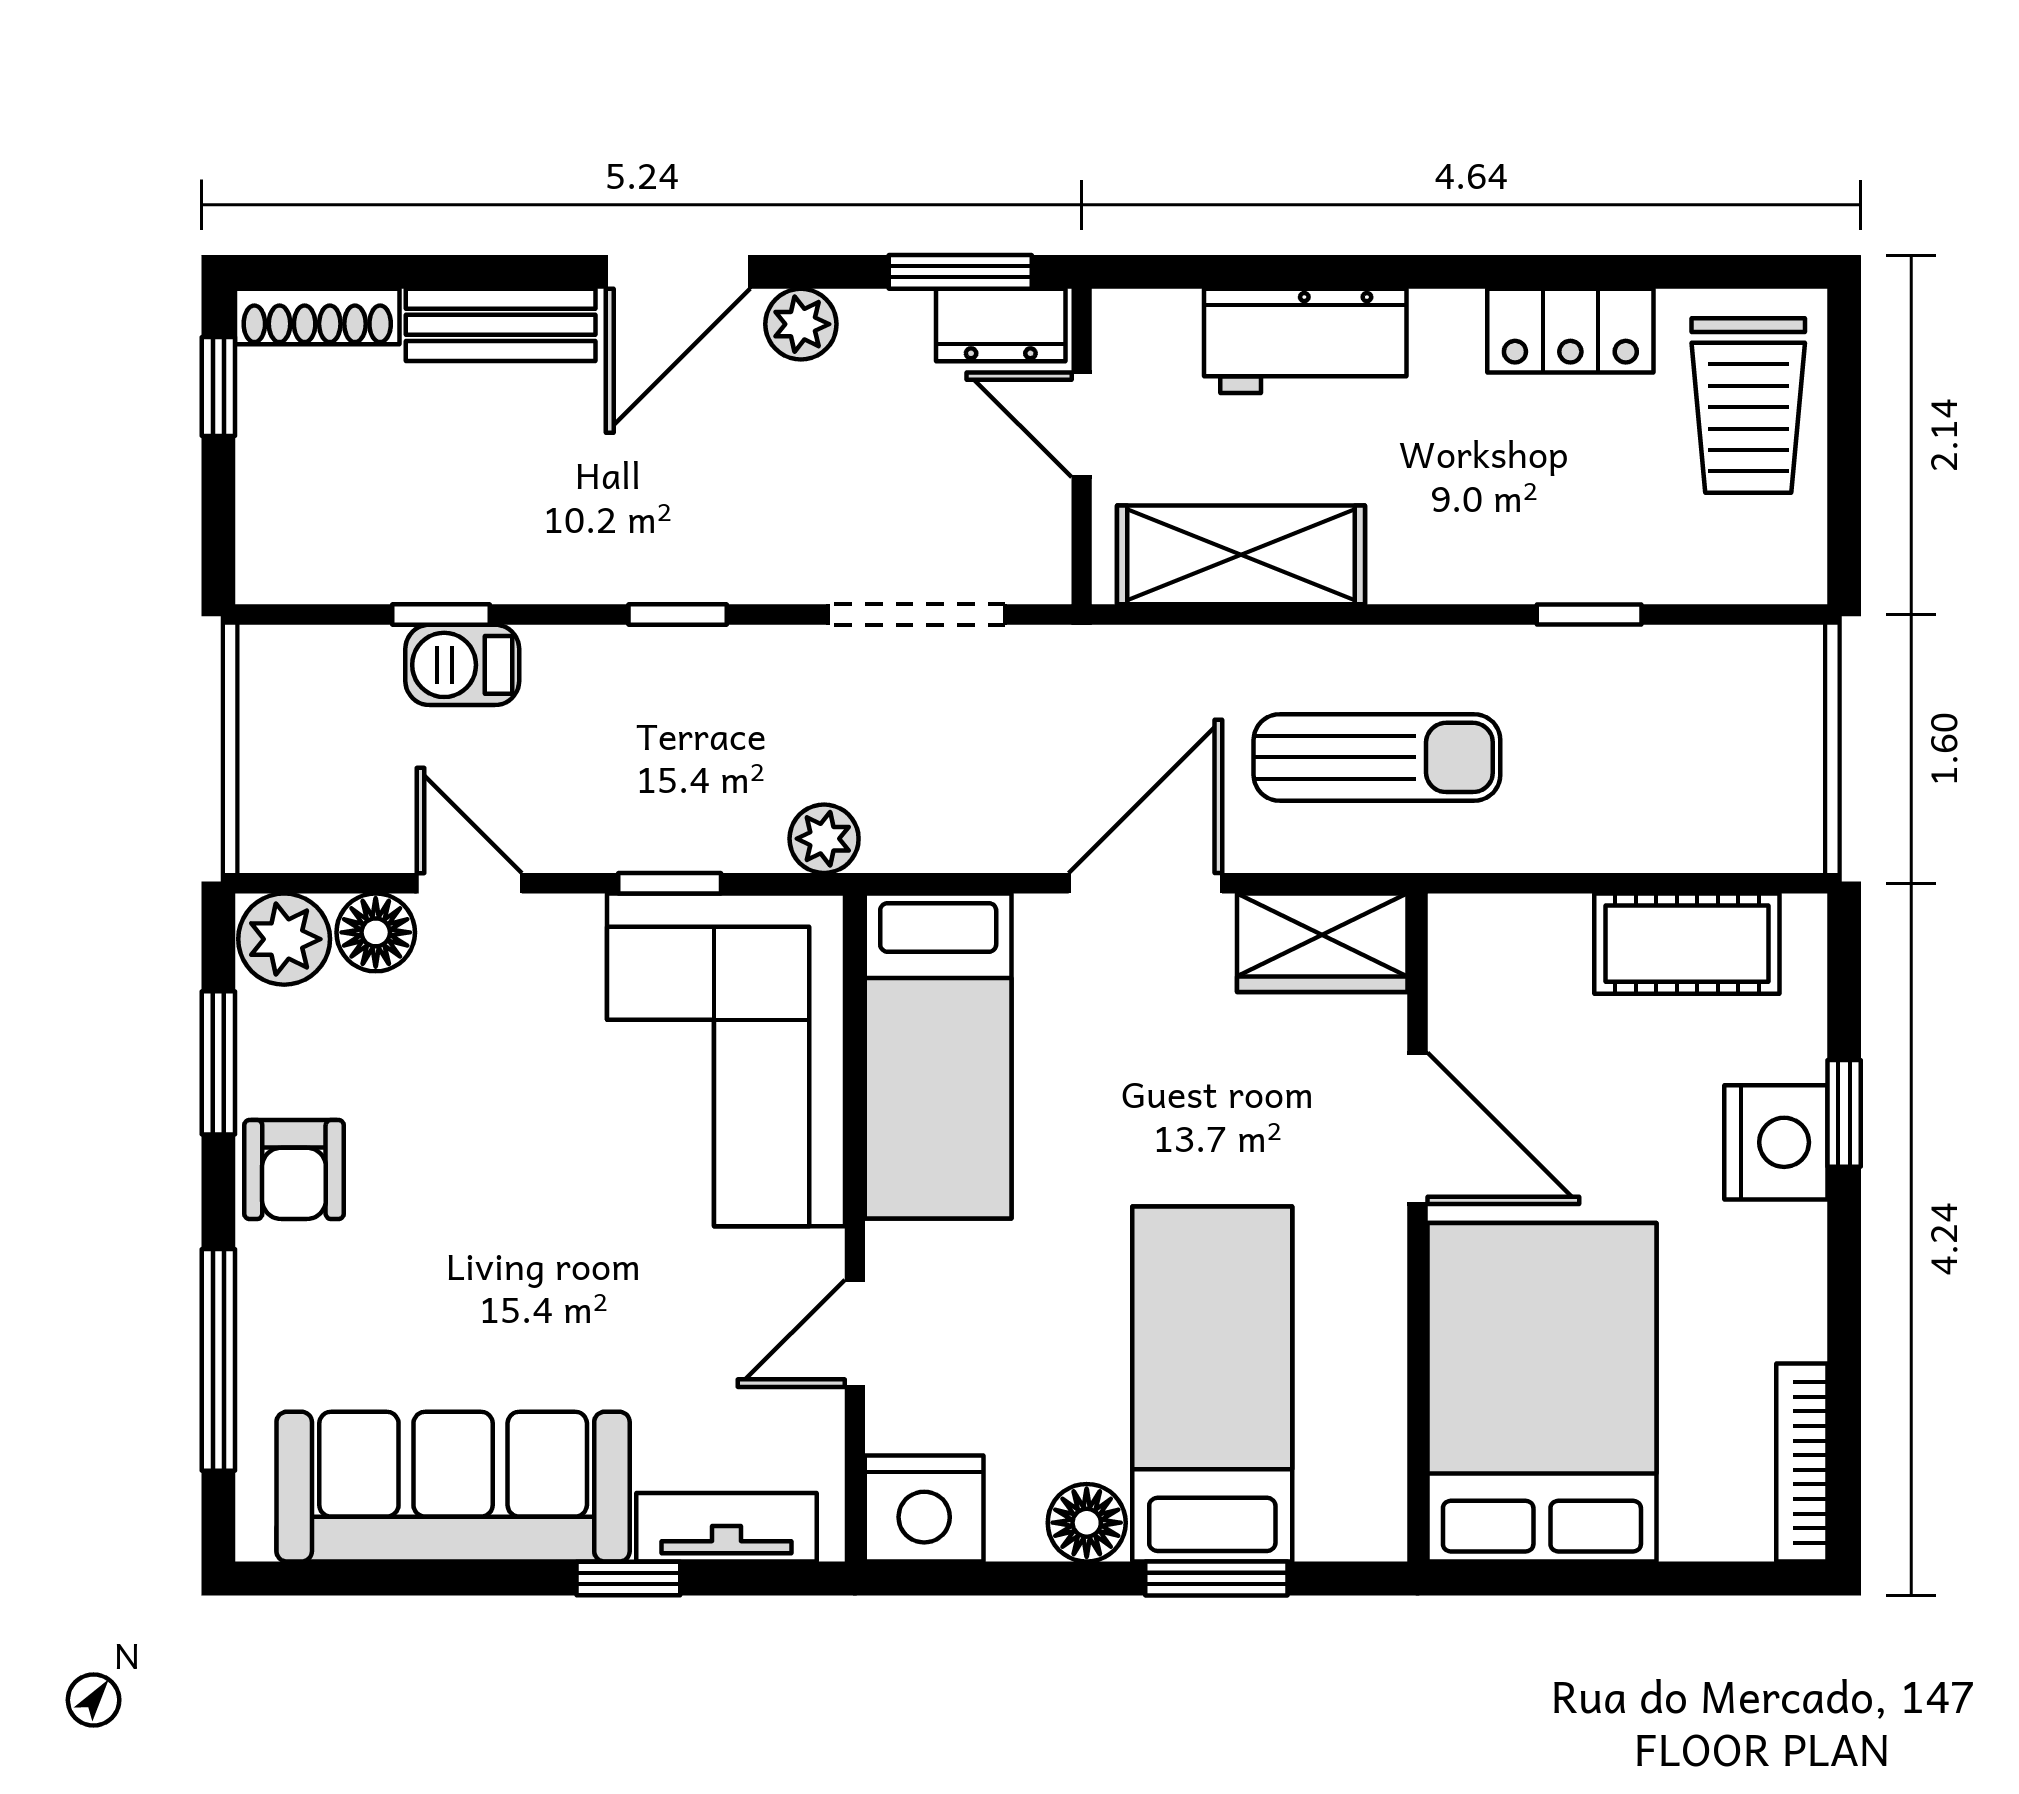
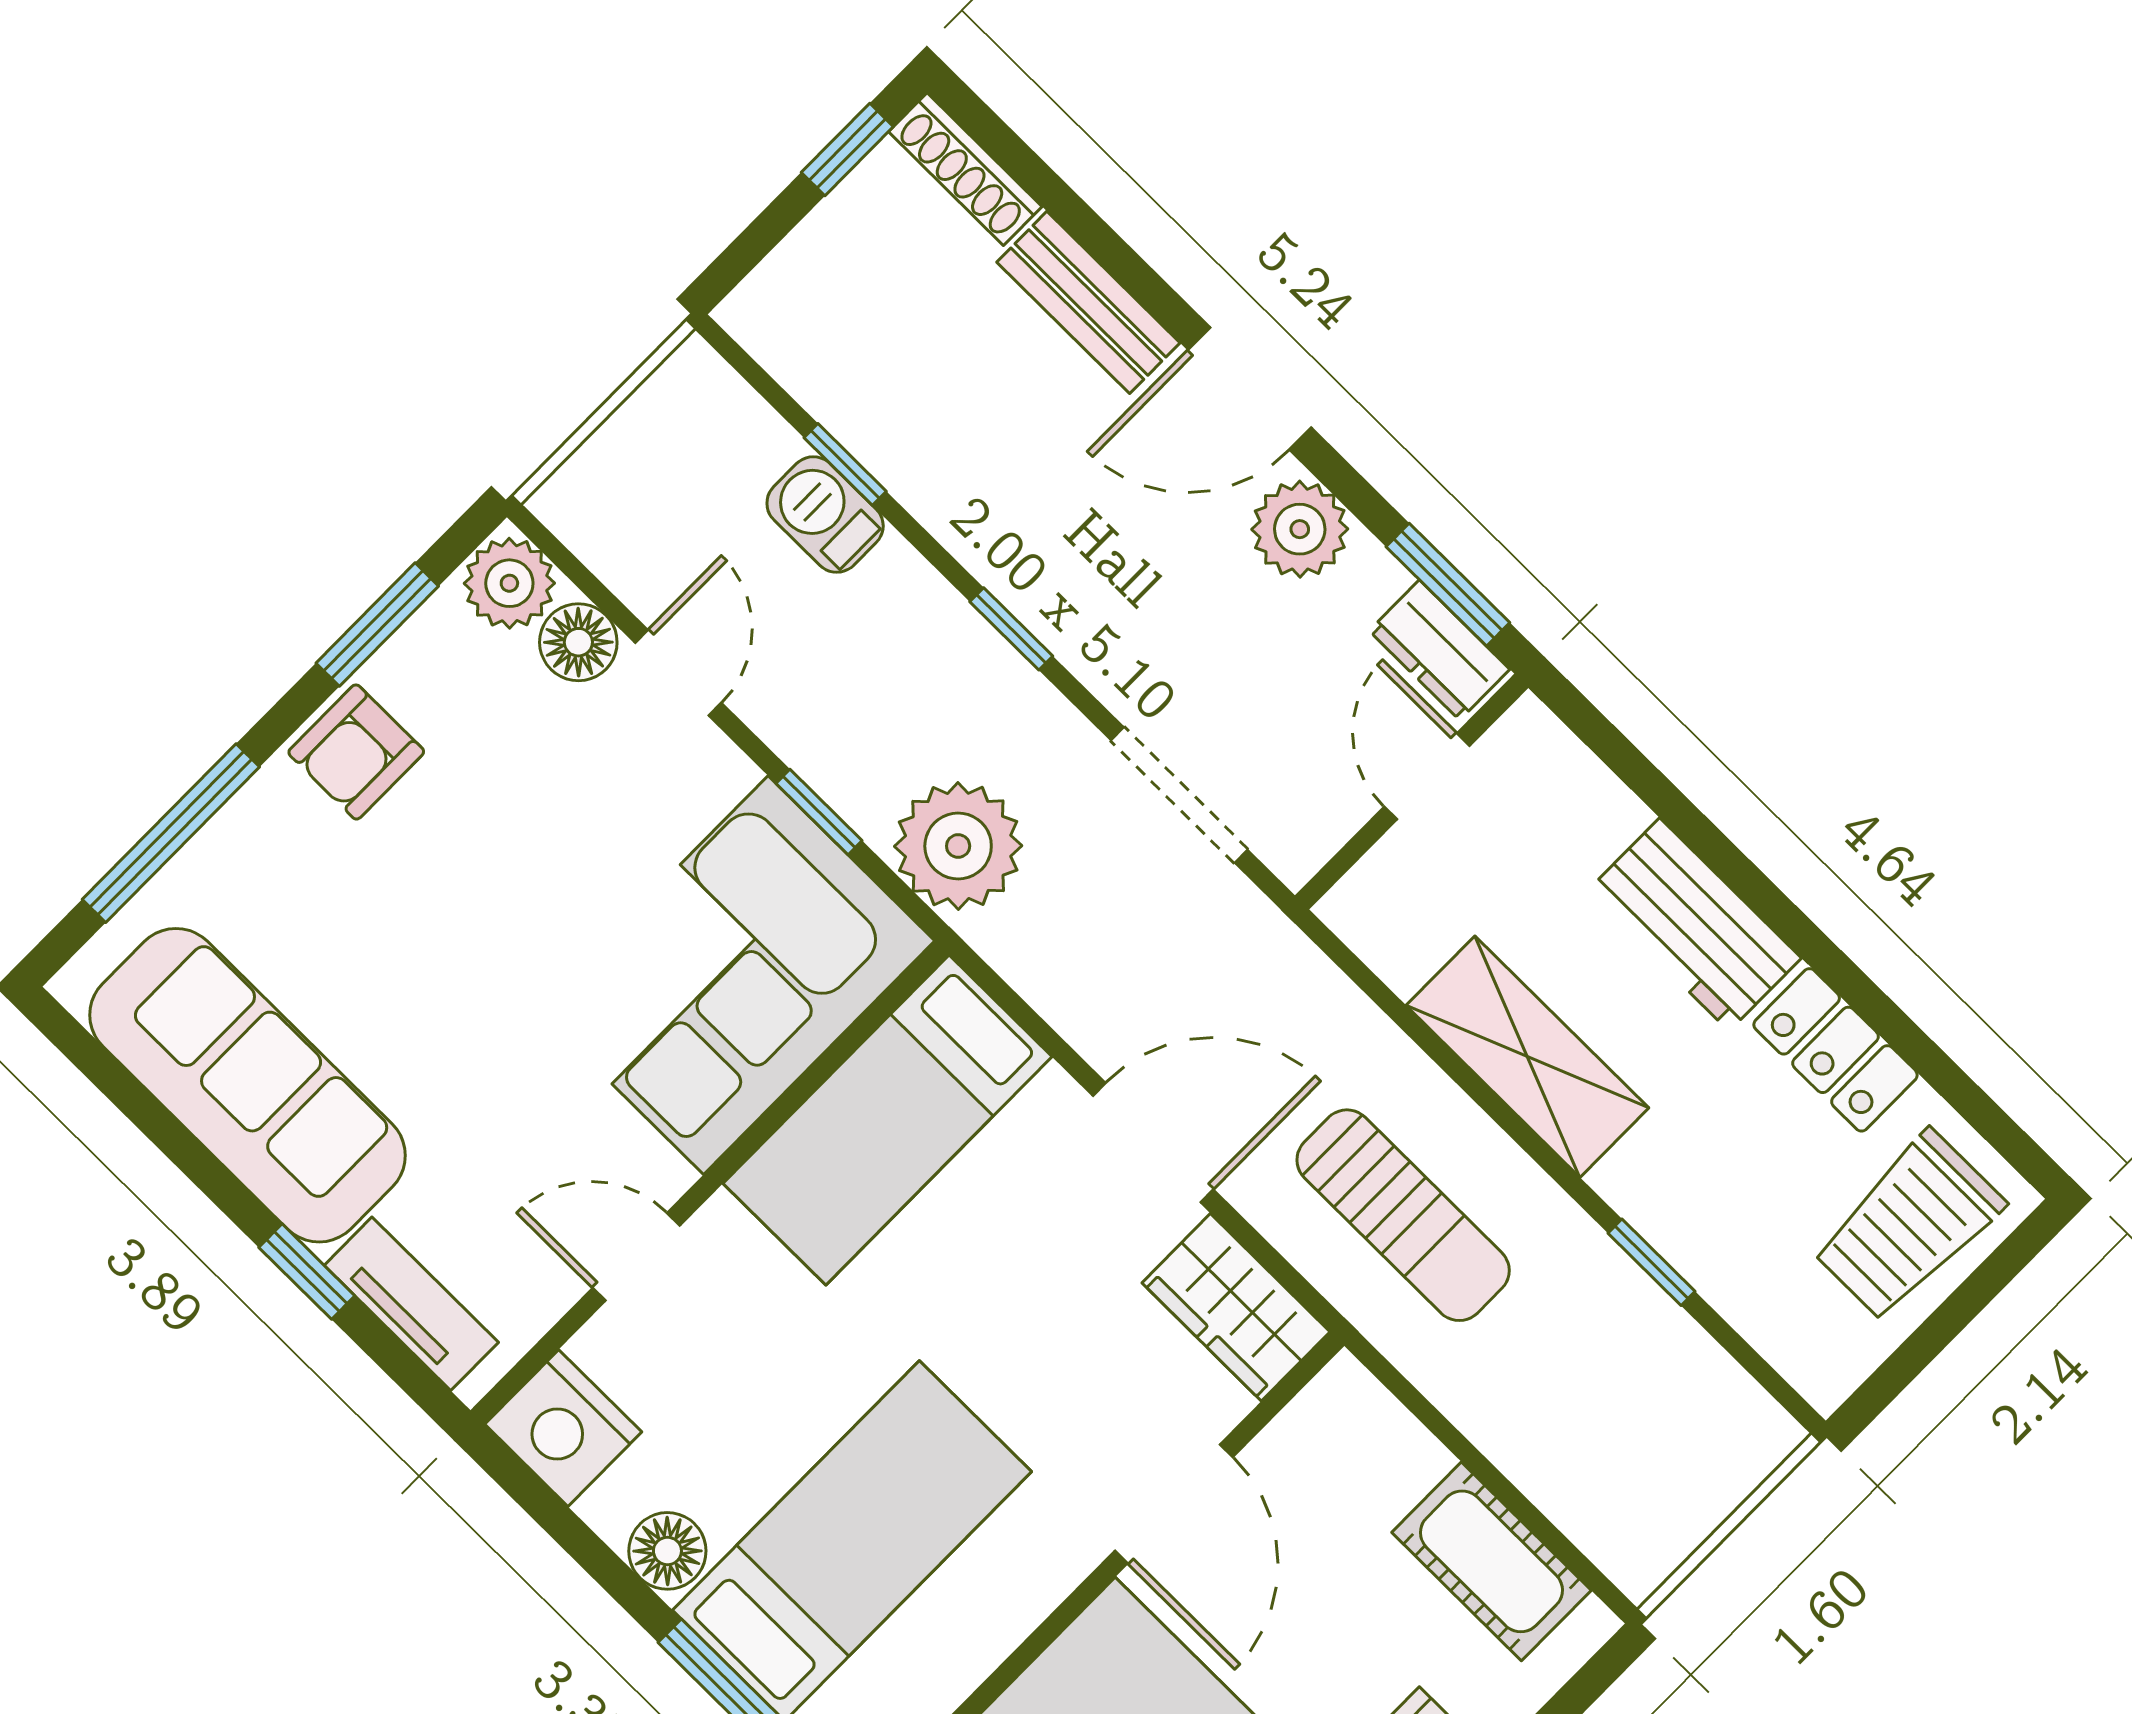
plant: (801, 324) -> (1300, 529), width x1.38, depth x1.38
workbench: (1305, 341) -> (1694, 924), moved
shelving: (1241, 555) -> (1527, 1057), moved
plant: (824, 839) -> (958, 846), width x1.88, depth x1.88

